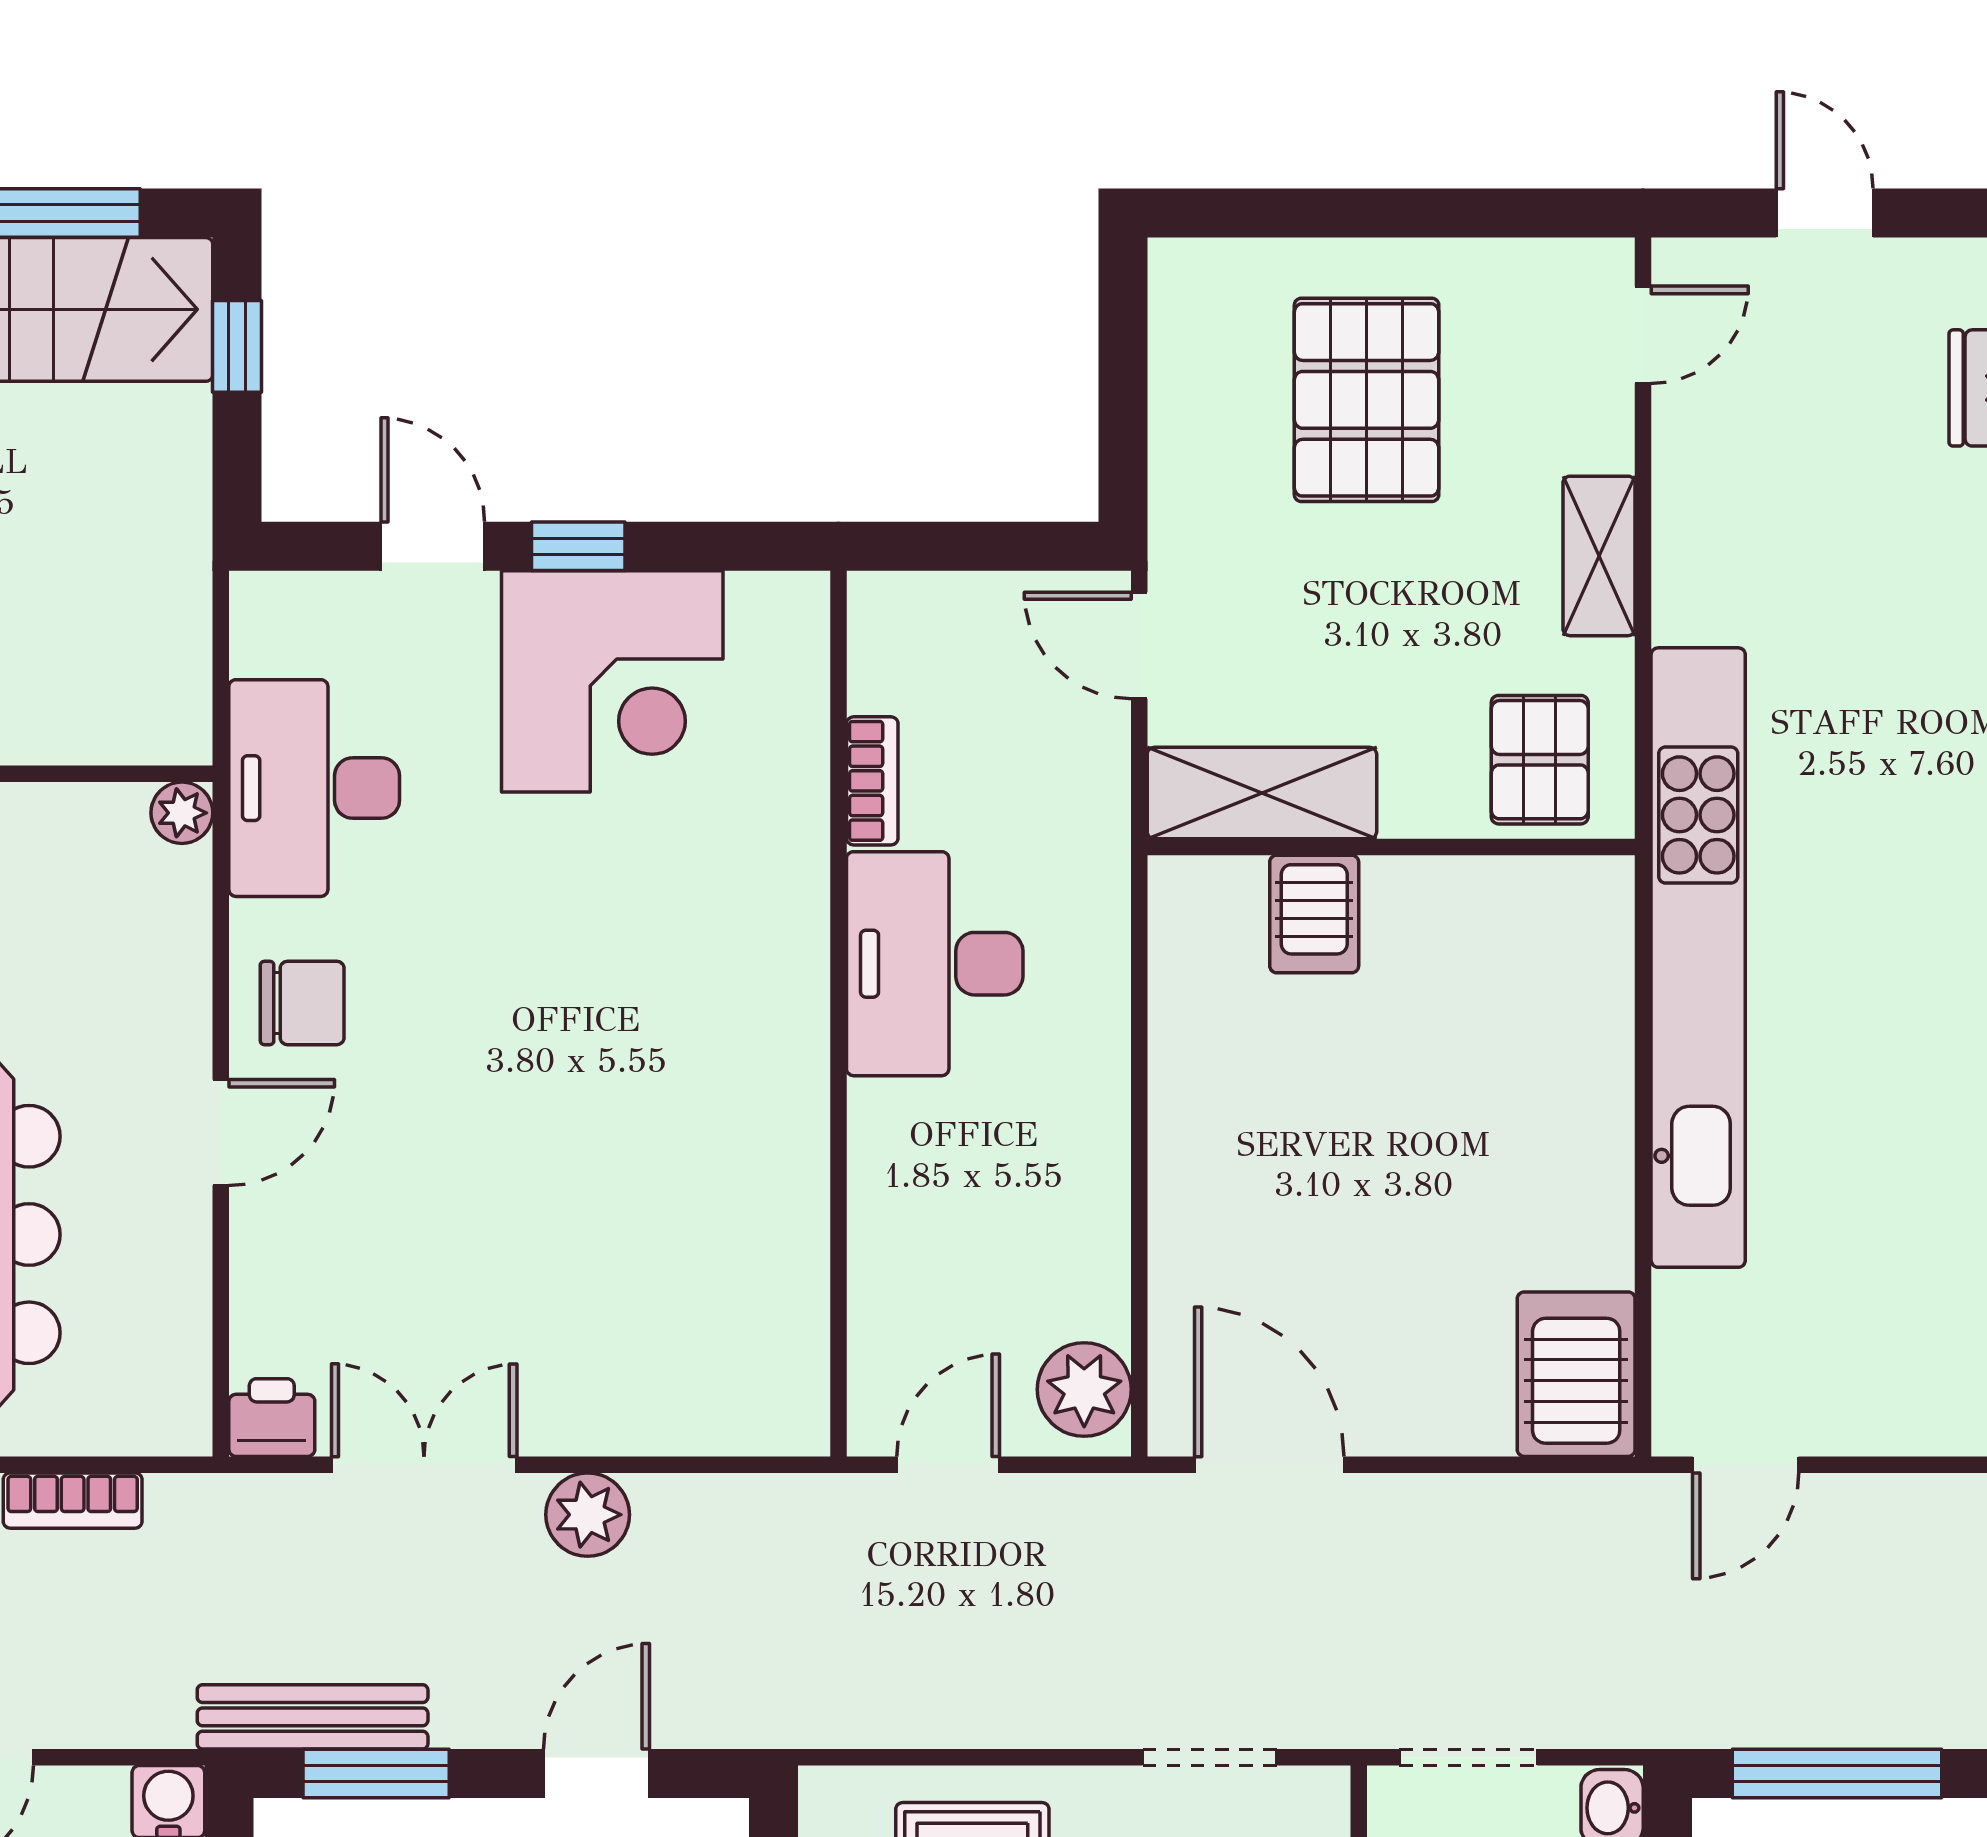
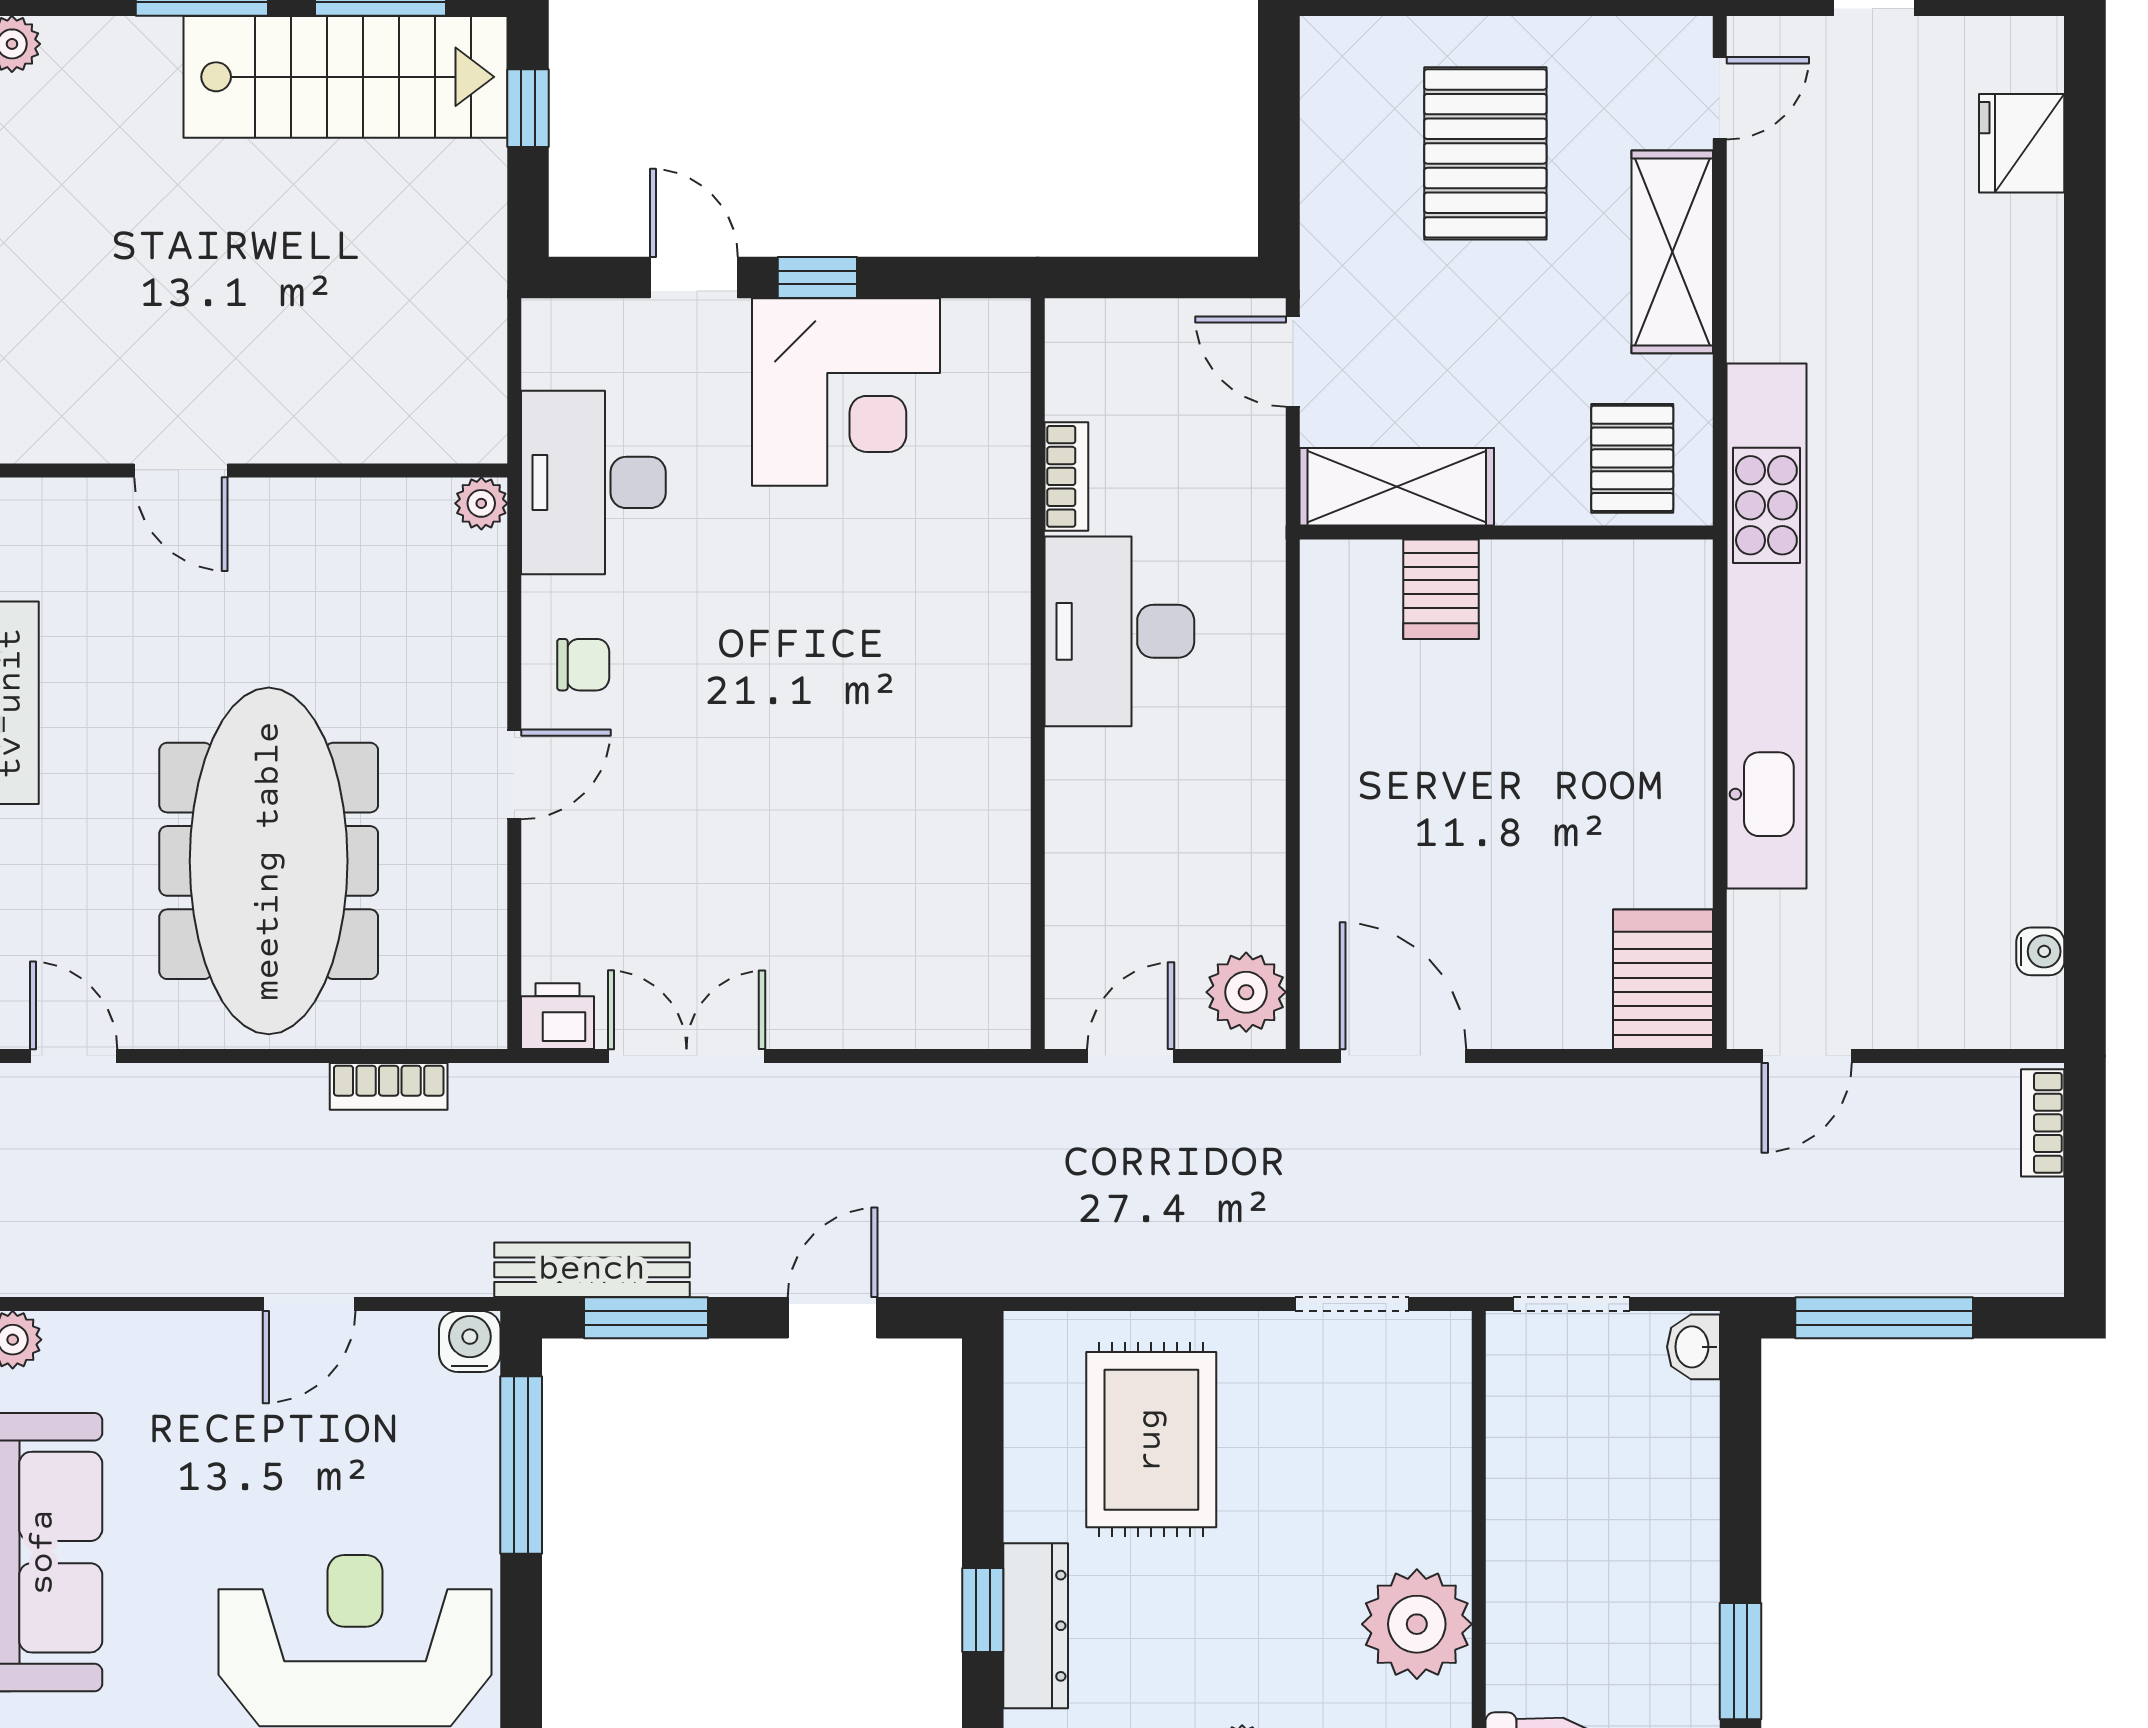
shelving: (1599, 556) -> (1672, 252), width x1.50, depth x1.33
chair: (302, 1003) -> (583, 665), width x0.73, depth x0.73
plant: (588, 1515) -> (825, 1098), removed

